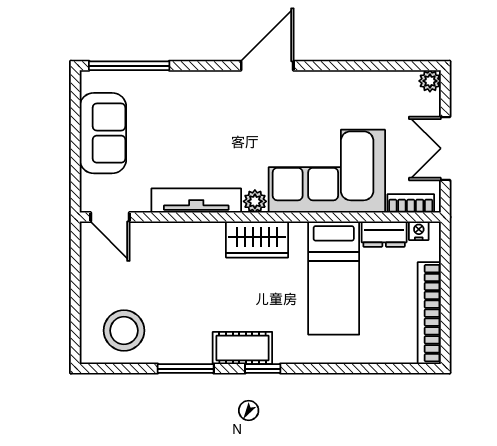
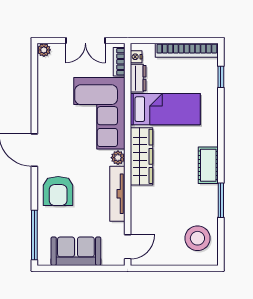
armchair: (201, 104) -> (58, 191), added
wardrobe: (257, 240) -> (141, 156), width x1.50
window: (263, 369) -> (221, 77), moved

